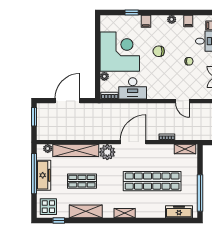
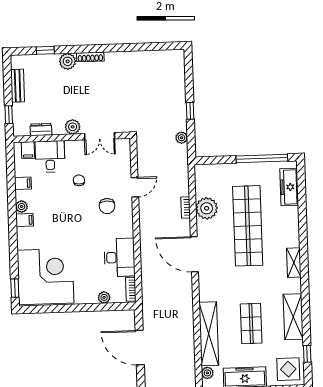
window: (132, 13) -> (15, 288), moved
filing cabinet: (146, 21) -> (25, 220), moved
chair: (159, 51) -> (107, 206), moved
corner desk: (120, 52) -> (45, 277), moved, turned 90
shelving: (185, 149) -> (201, 181), removed
plant: (107, 152) -> (207, 208), moved

